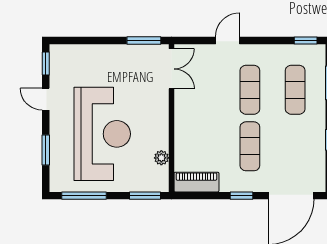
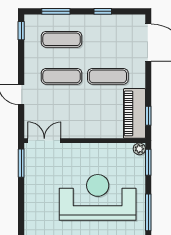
plant: (161, 158) -> (139, 149), moved
piano: (196, 182) -> (134, 113), width x1.37, depth x1.33
window: (241, 196) -> (148, 116), moved

